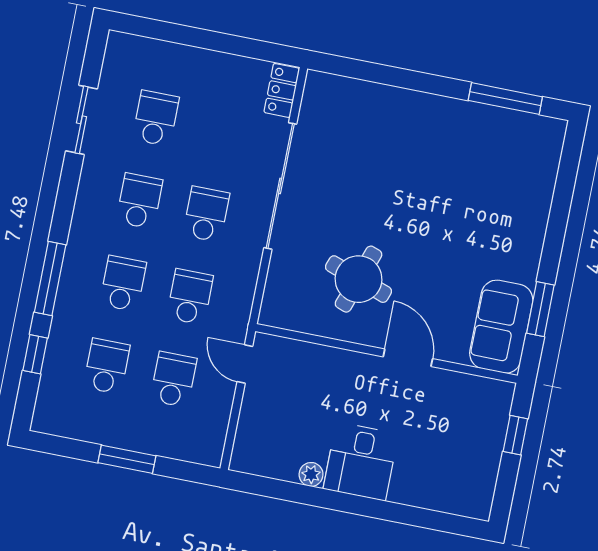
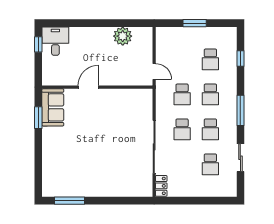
window: (50, 278) -> (240, 110), moved
round table: (359, 279) -> (115, 115), removed
door: (408, 358) -> (88, 87), swing flipped
school desk: (173, 379) -> (182, 59), removed
window: (515, 435) -> (38, 44), moved
desk: (361, 461) -> (55, 41), moved
plant: (311, 474) -> (123, 36), width x1.88, depth x1.88

